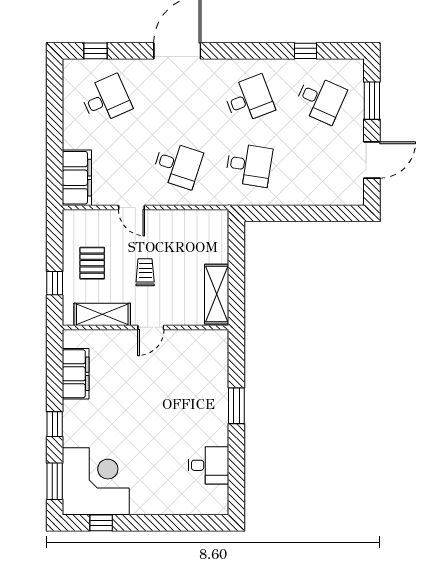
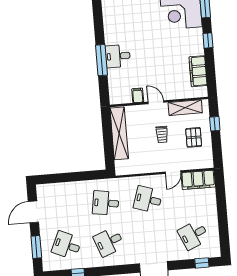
filing cabinet: (77, 178) -> (198, 180), moved, turned -90
door: (132, 208) -> (173, 172), swing flipped
shelving: (217, 294) -> (119, 133), width x1.47
door: (151, 327) -> (156, 102), hinge flipped
filing cabinet: (180, 341) -> (138, 95), added
window: (236, 406) -> (101, 60), width x1.44
desk: (209, 465) -> (118, 56), moved

